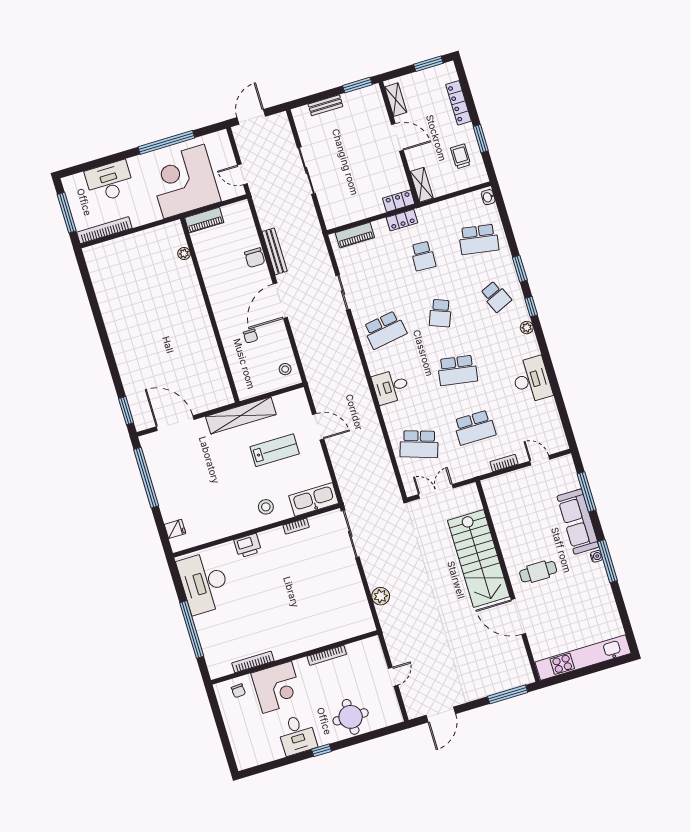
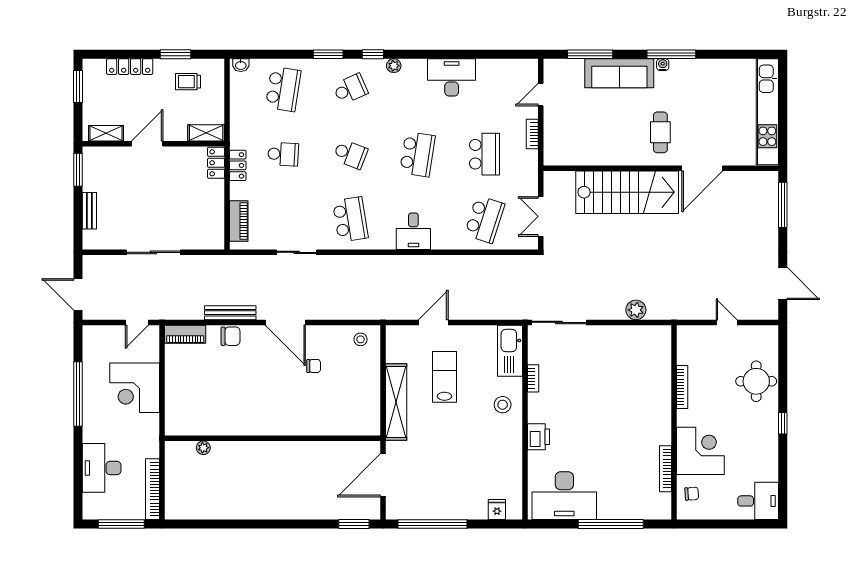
corner desk: (184, 181) -> (135, 388), width x0.74, depth x0.74
piano: (204, 220) -> (185, 334), moved, turned 90
plant: (184, 254) -> (203, 448), moved
wall: (210, 310) -> (273, 438), moved
desk: (297, 735) -> (758, 501), moved

